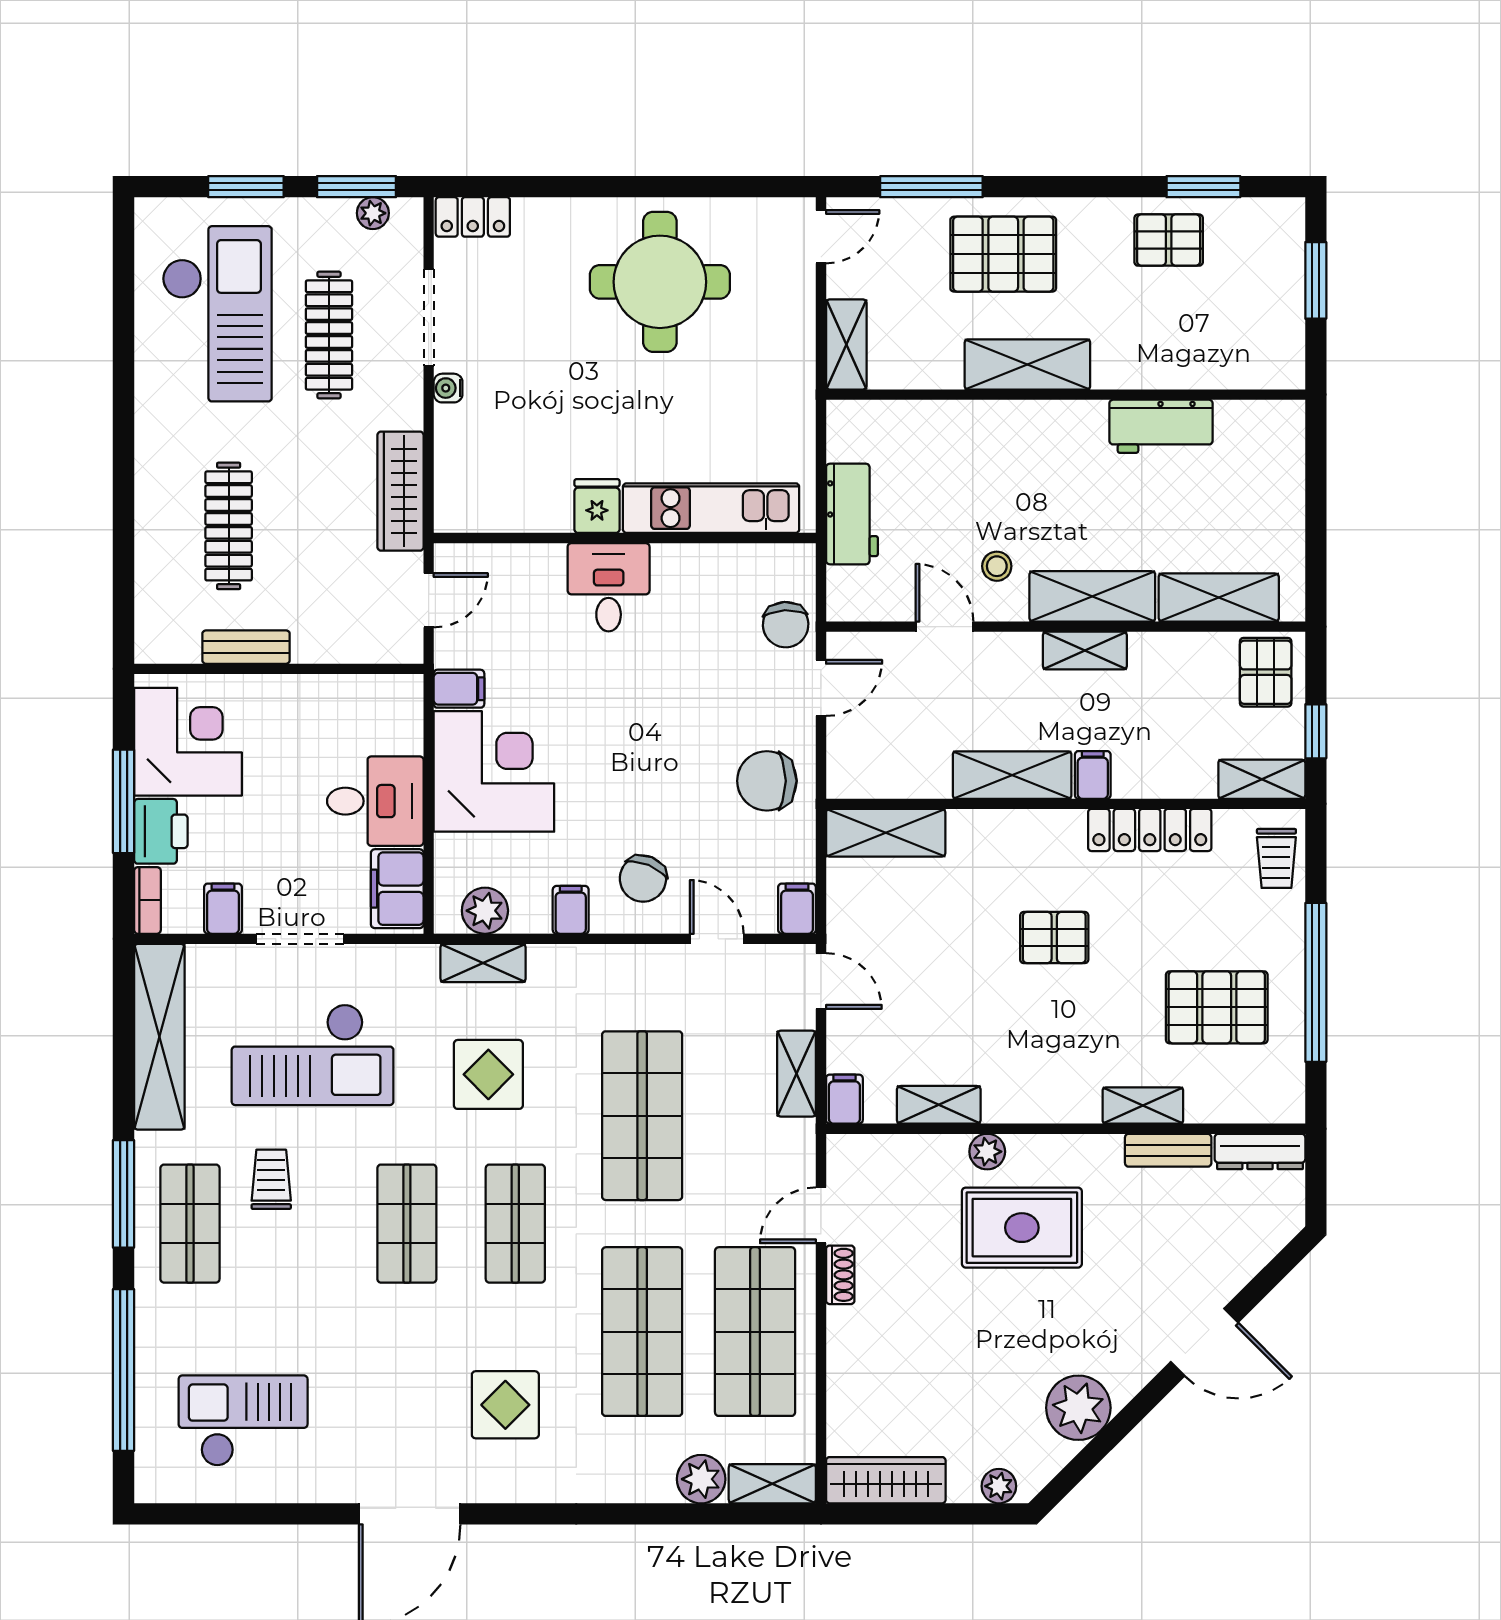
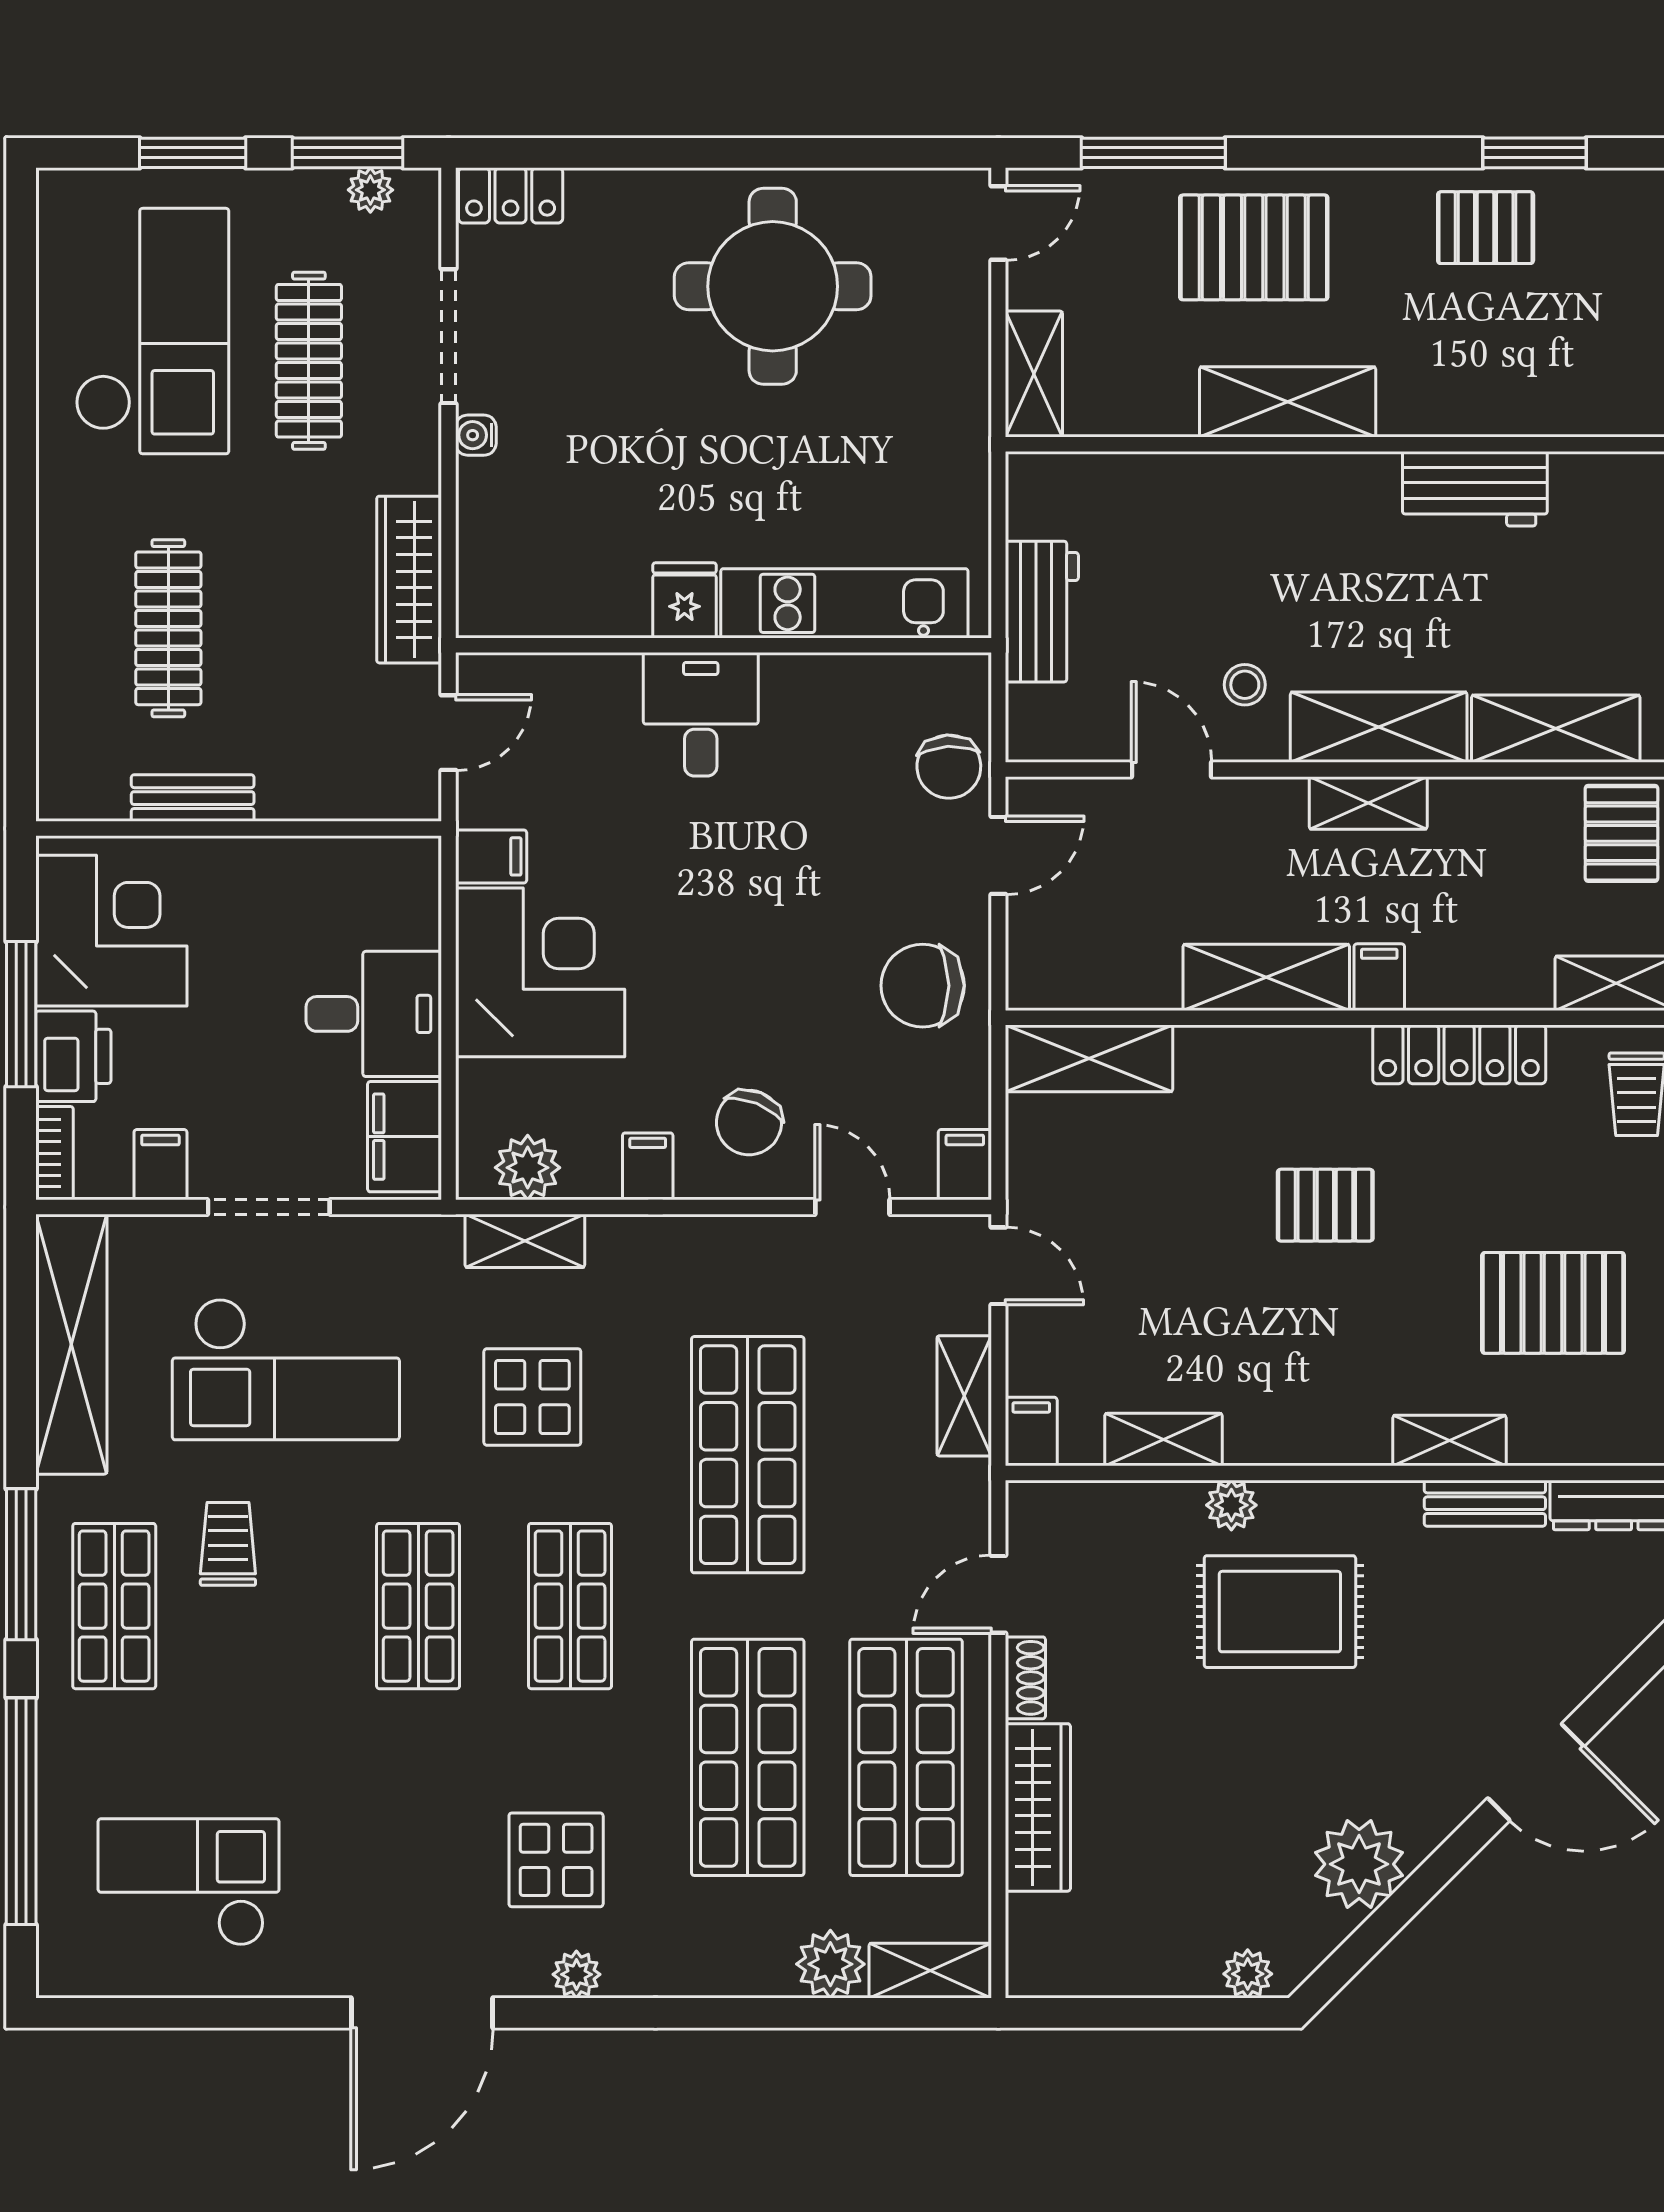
wardrobe: (886, 1480) -> (1038, 1807), moved, turned 90
plant: (520, 1487) -> (576, 1974), added

